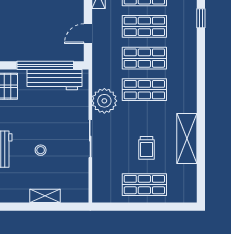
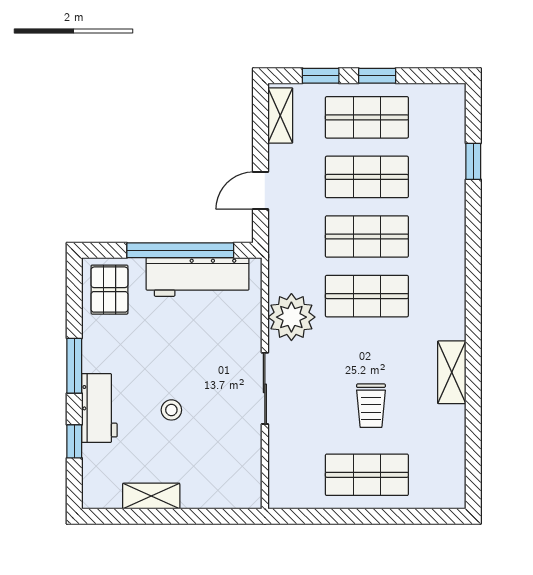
shelving: (187, 138) -> (452, 372), width x0.67, depth x0.75
shelving: (45, 196) -> (151, 496), moved

